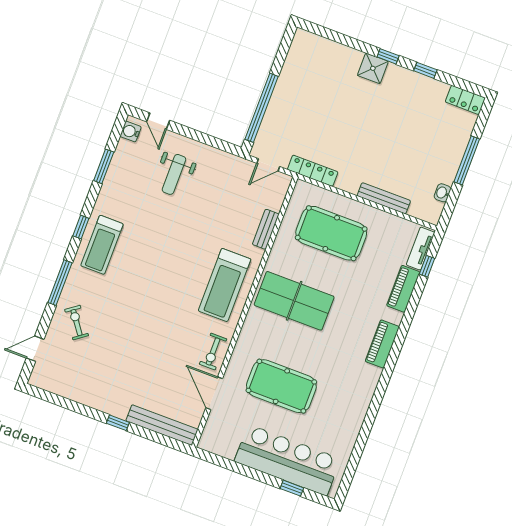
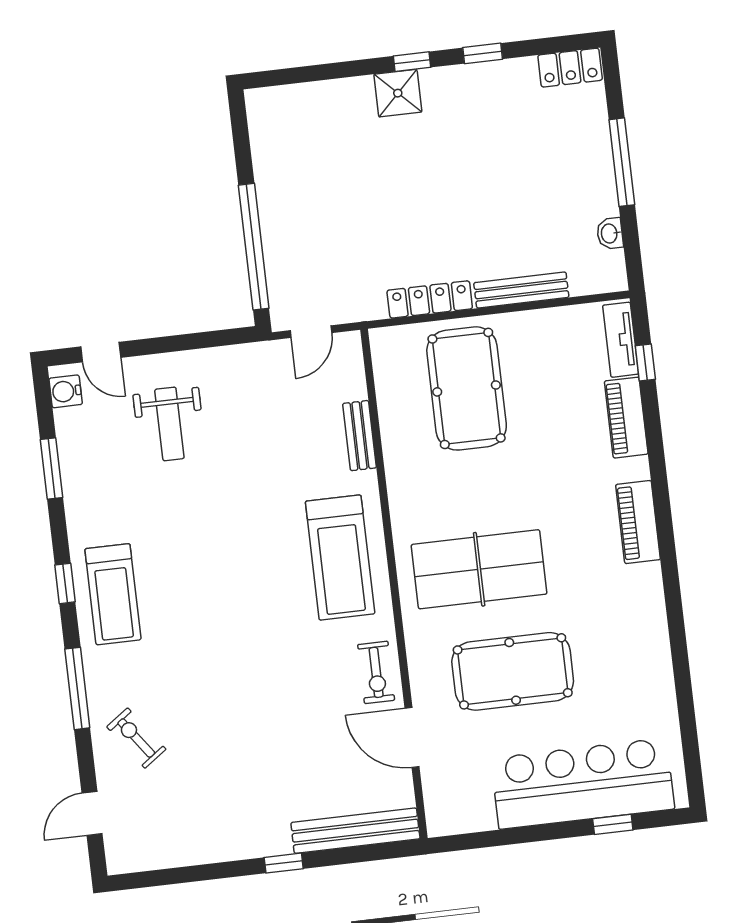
locker: (313, 171) -> (430, 299), moved
pool table: (331, 233) -> (467, 388), turned 90
table tennis table: (294, 301) -> (479, 569), moved

